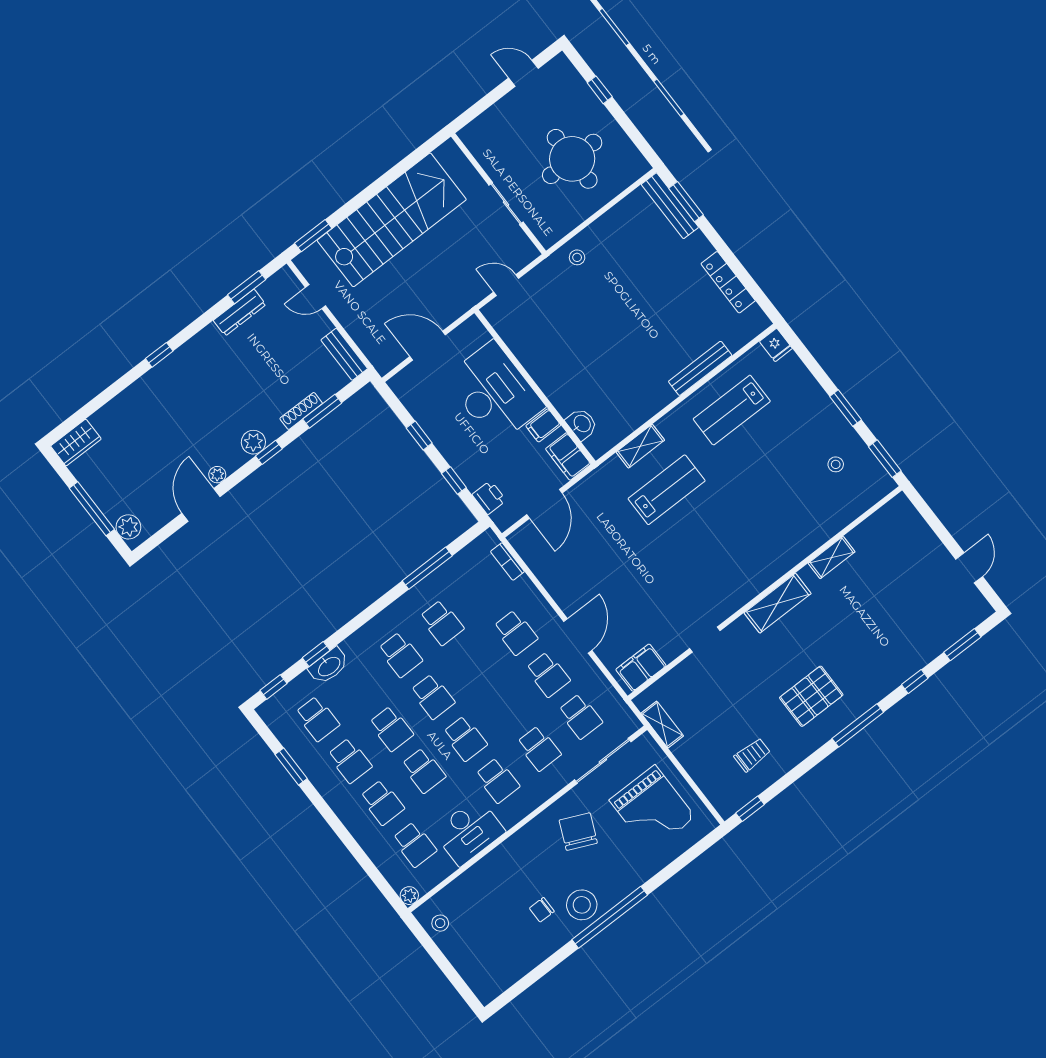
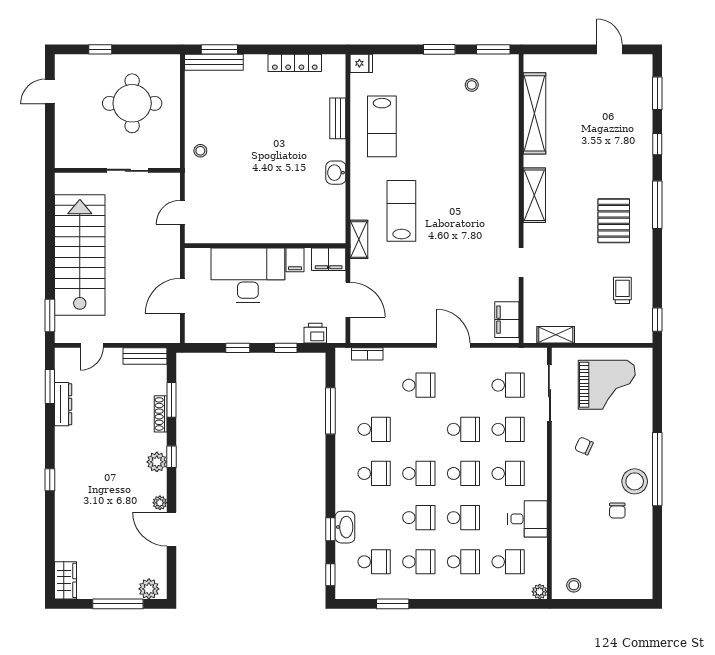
bench: (700, 368) -> (338, 118), width x0.73
washbasin: (582, 424) -> (336, 173), moved, turned -90
shelving: (640, 446) -> (359, 239), moved
shelving: (832, 557) -> (535, 113), width x2.20, depth x1.33
school desk: (548, 674) -> (463, 429), moved
desk: (469, 831) -> (528, 519), width x0.73
chair: (578, 832) -> (584, 446), width x0.54, depth x0.54

